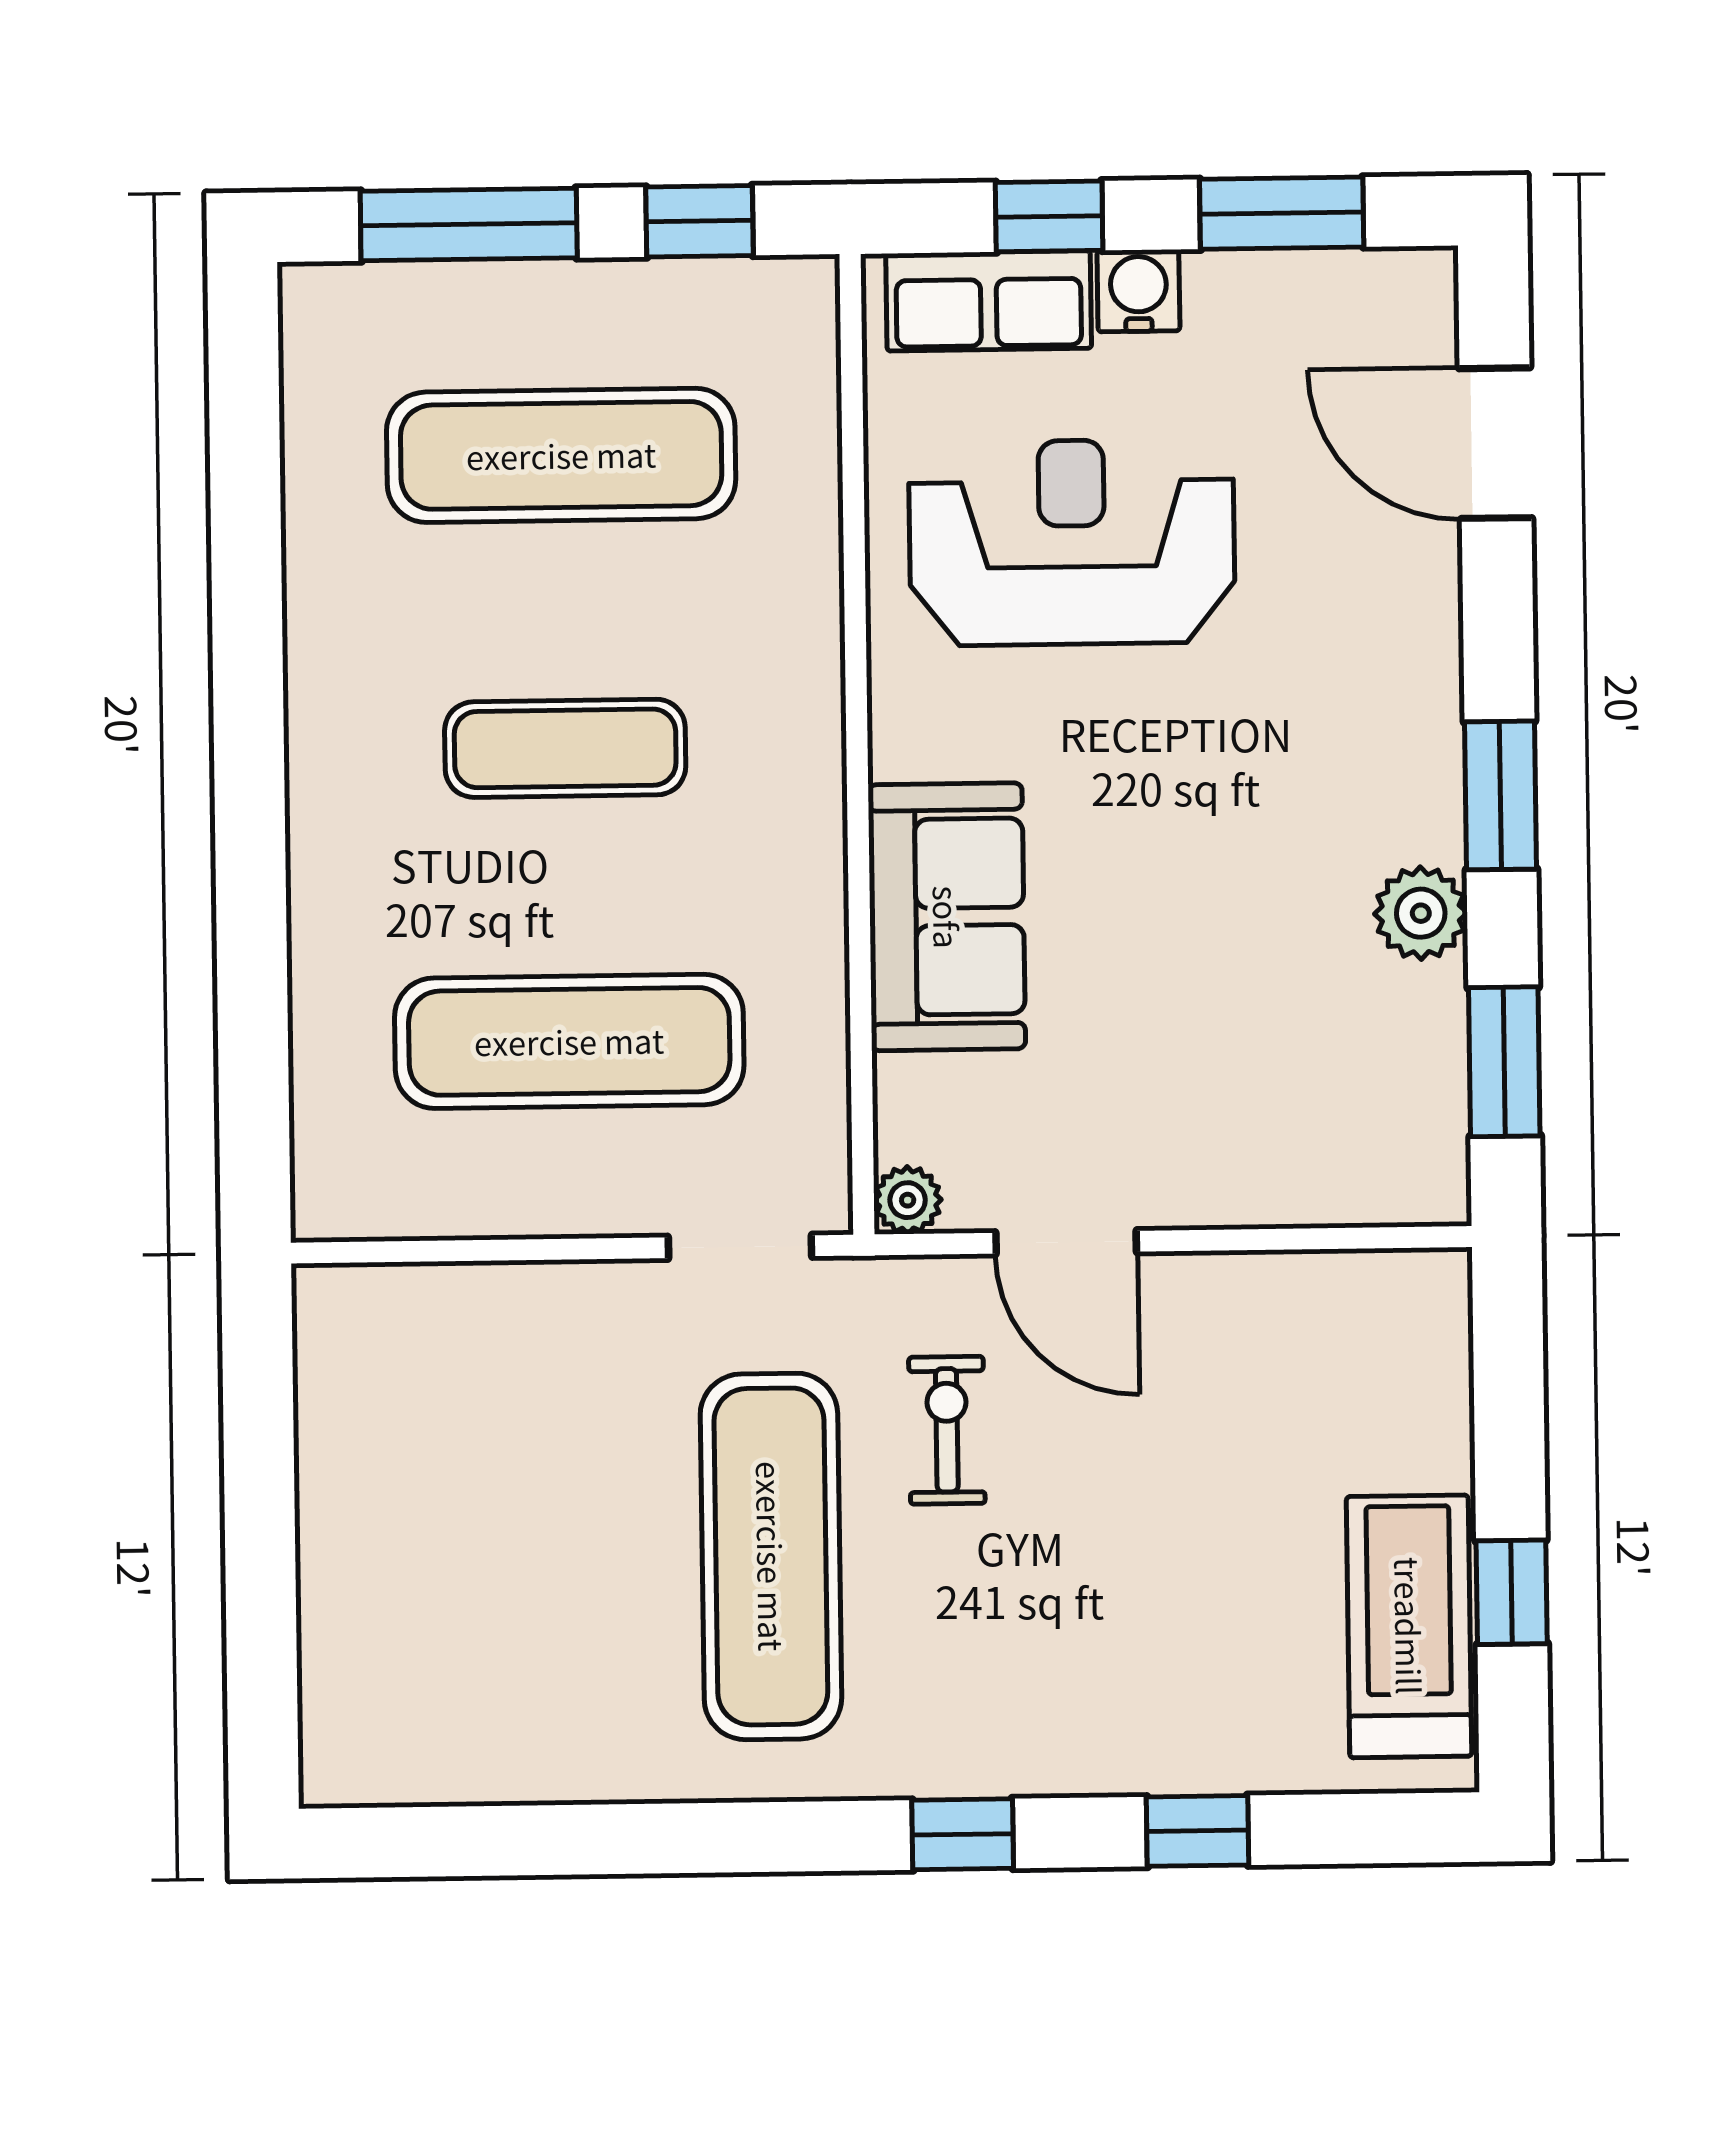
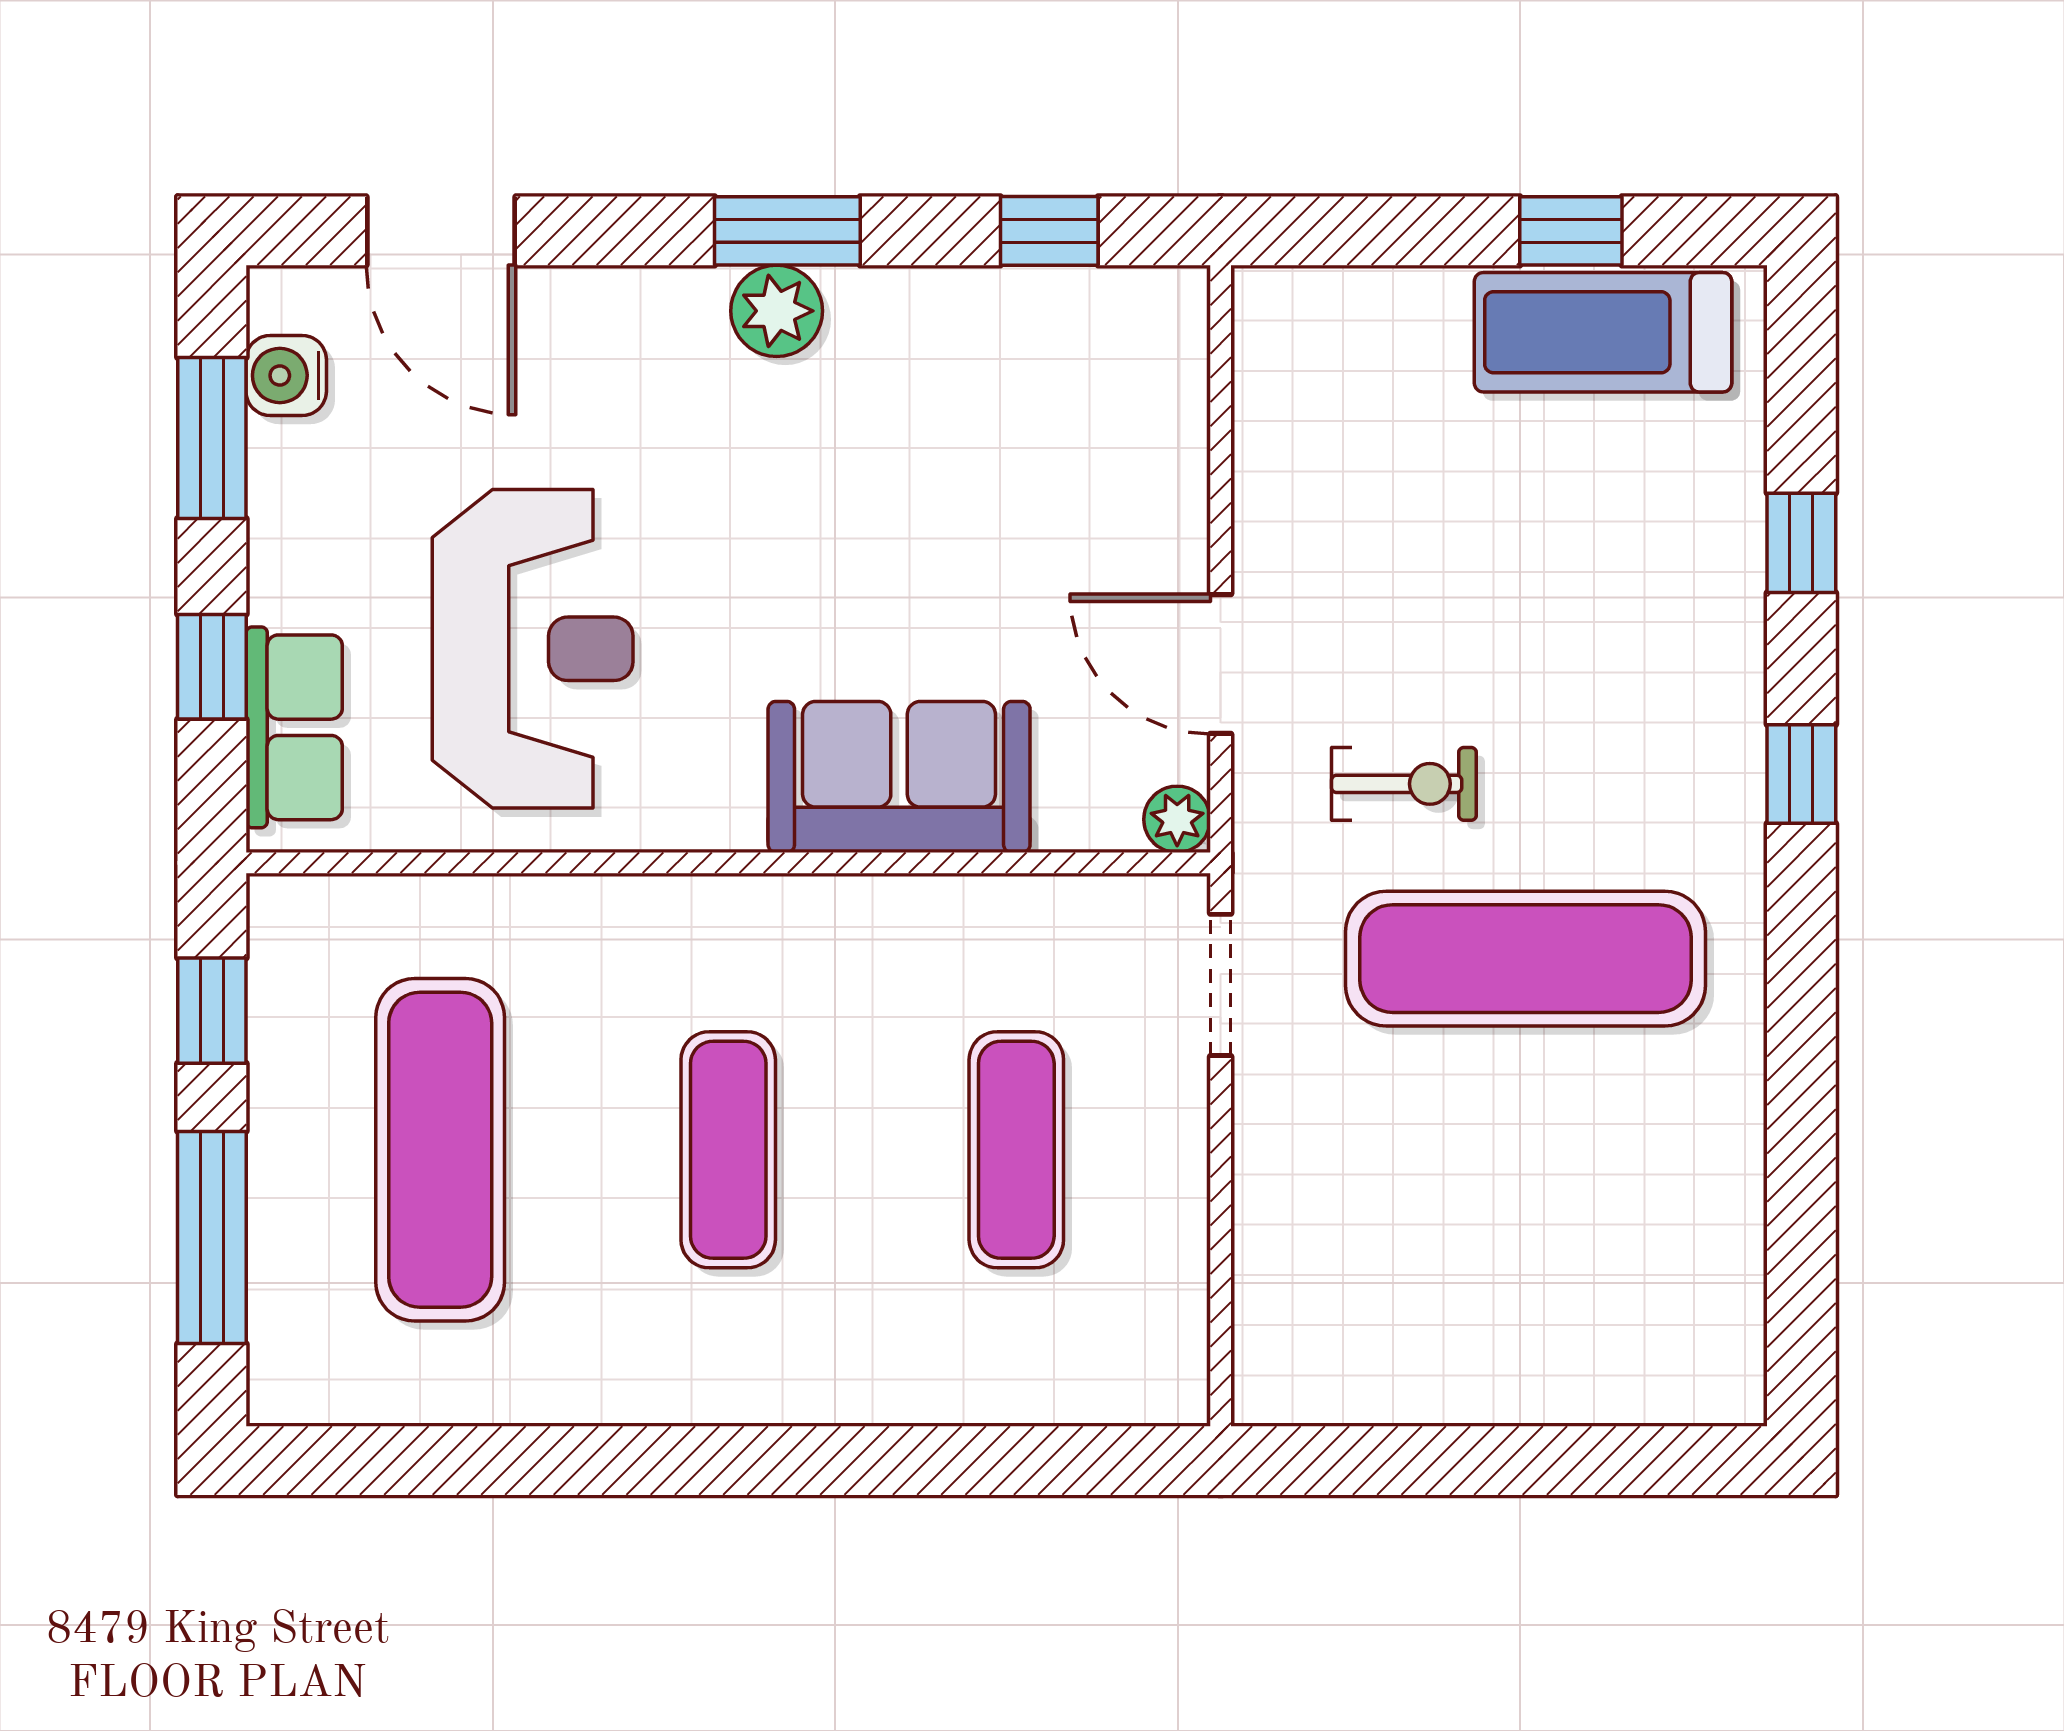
water cooler: (1138, 291) -> (286, 375), moved
door: (1496, 443) -> (441, 231), hinge flipped
reception desk: (1072, 542) -> (533, 649), turned 180
plant: (1421, 913) -> (777, 311), moved
exercise mat: (569, 1041) -> (1016, 1150), width x0.73, depth x0.69
window: (1504, 1062) -> (1049, 231), width x0.67
door: (1066, 1242) -> (1221, 664), swing flipped
exercise bike: (947, 1430) -> (1404, 784), turned 180

